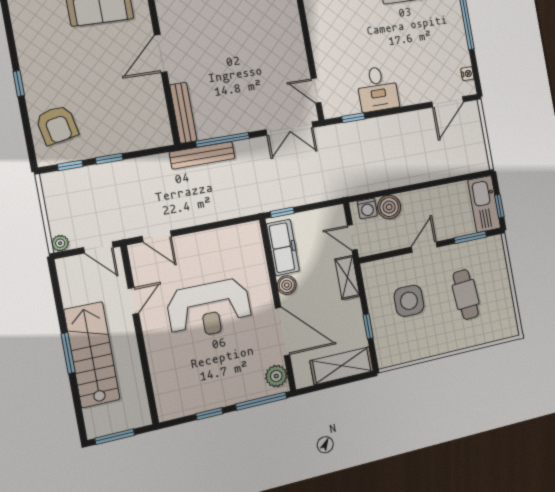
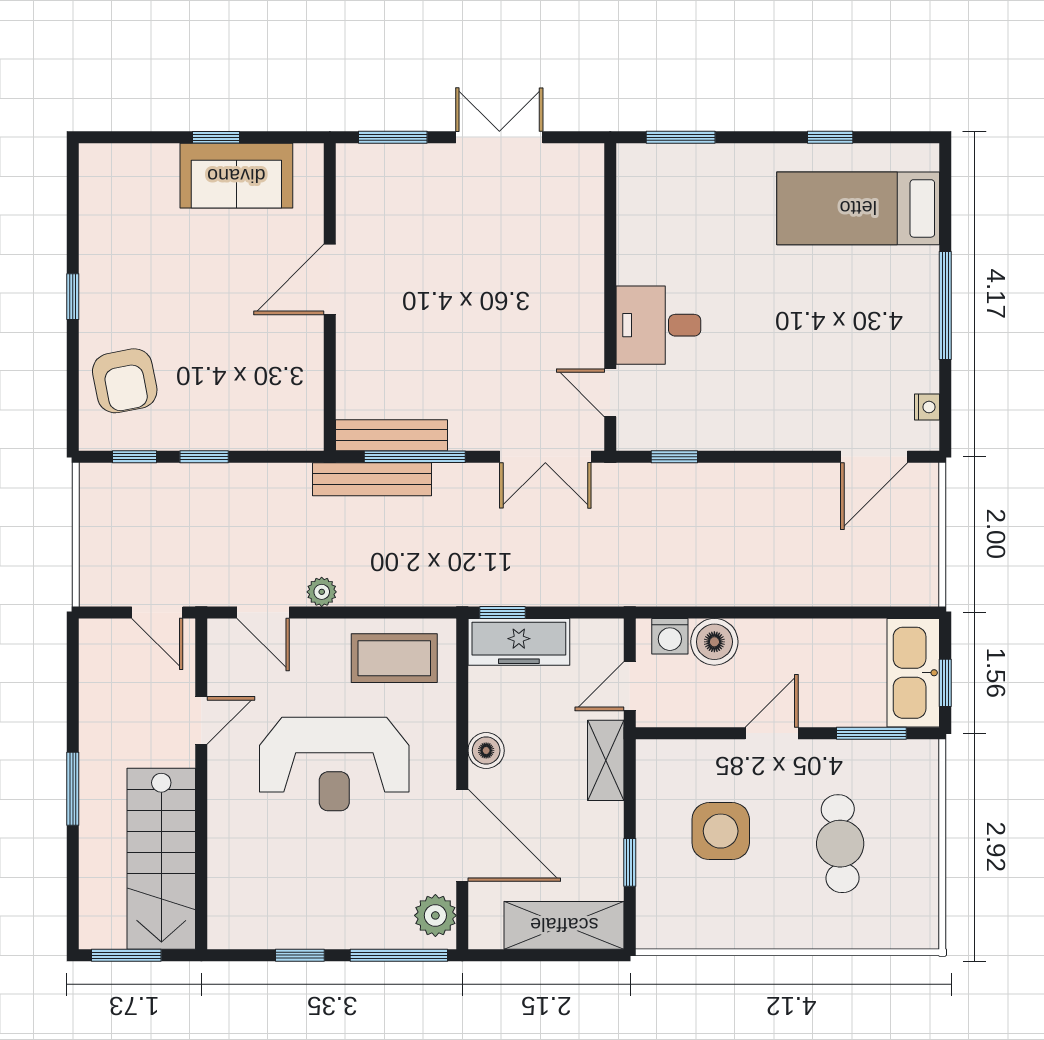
desk: (378, 89) -> (658, 325), moved, turned 90
bench: (183, 113) -> (391, 435), moved, turned 90
door: (352, 237) -> (630, 686), hinge flipped
plant: (60, 243) -> (322, 592), moved
coffee table: (231, 247) -> (394, 658), added
freezer: (283, 247) -> (519, 642), moved, turned 90
stairs: (92, 355) -> (161, 859), moved, turned 180

